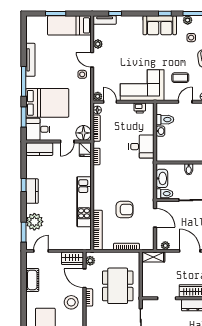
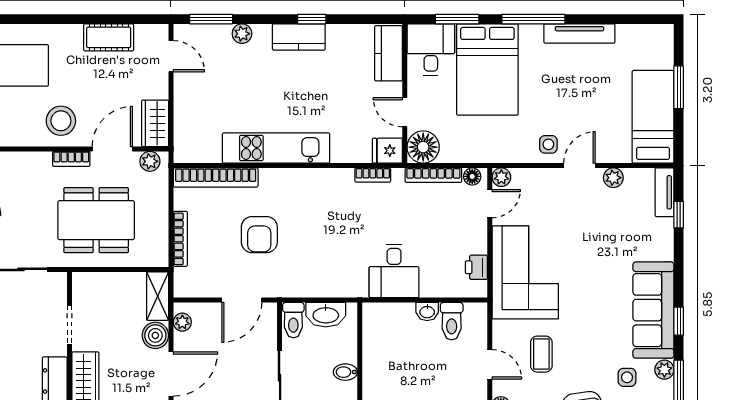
sofa: (160, 25) -> (653, 310), width x1.36
plant: (34, 222) -> (242, 34), width x0.53, depth x0.53
boiler: (172, 258) -> (155, 335), added

